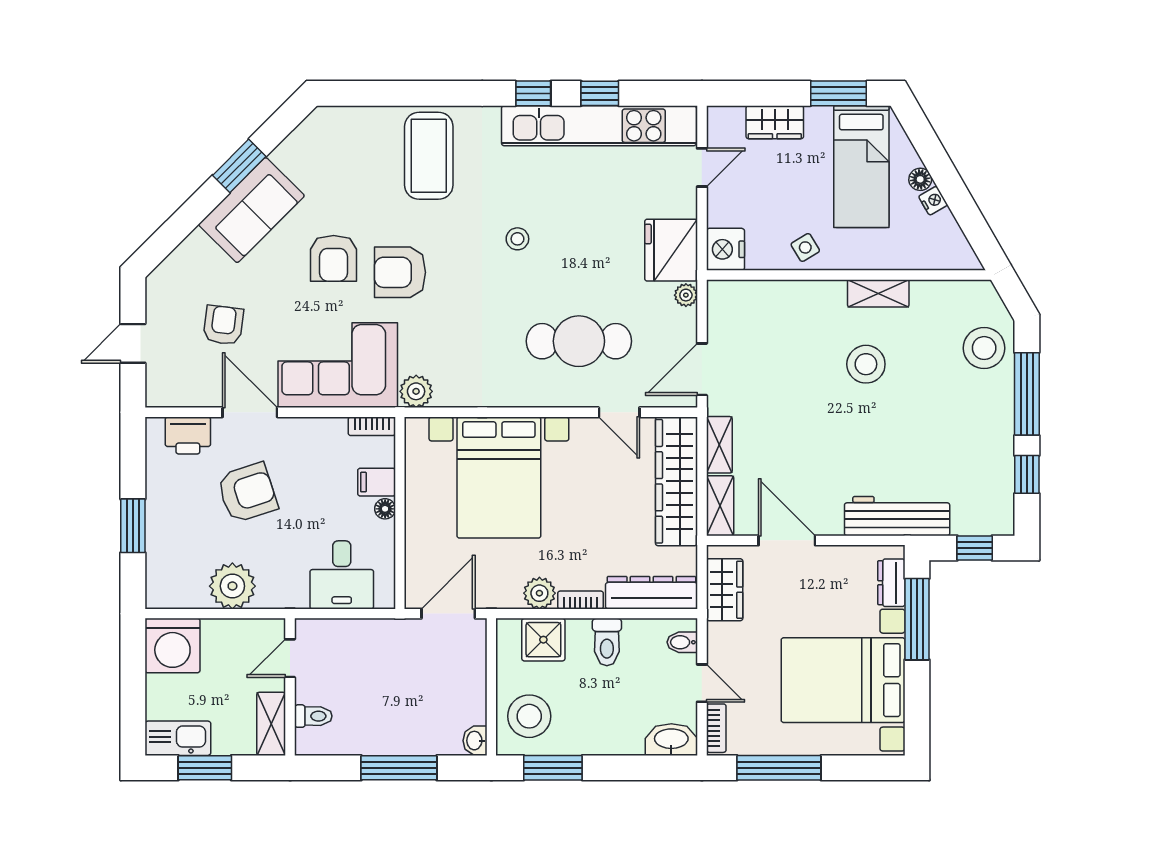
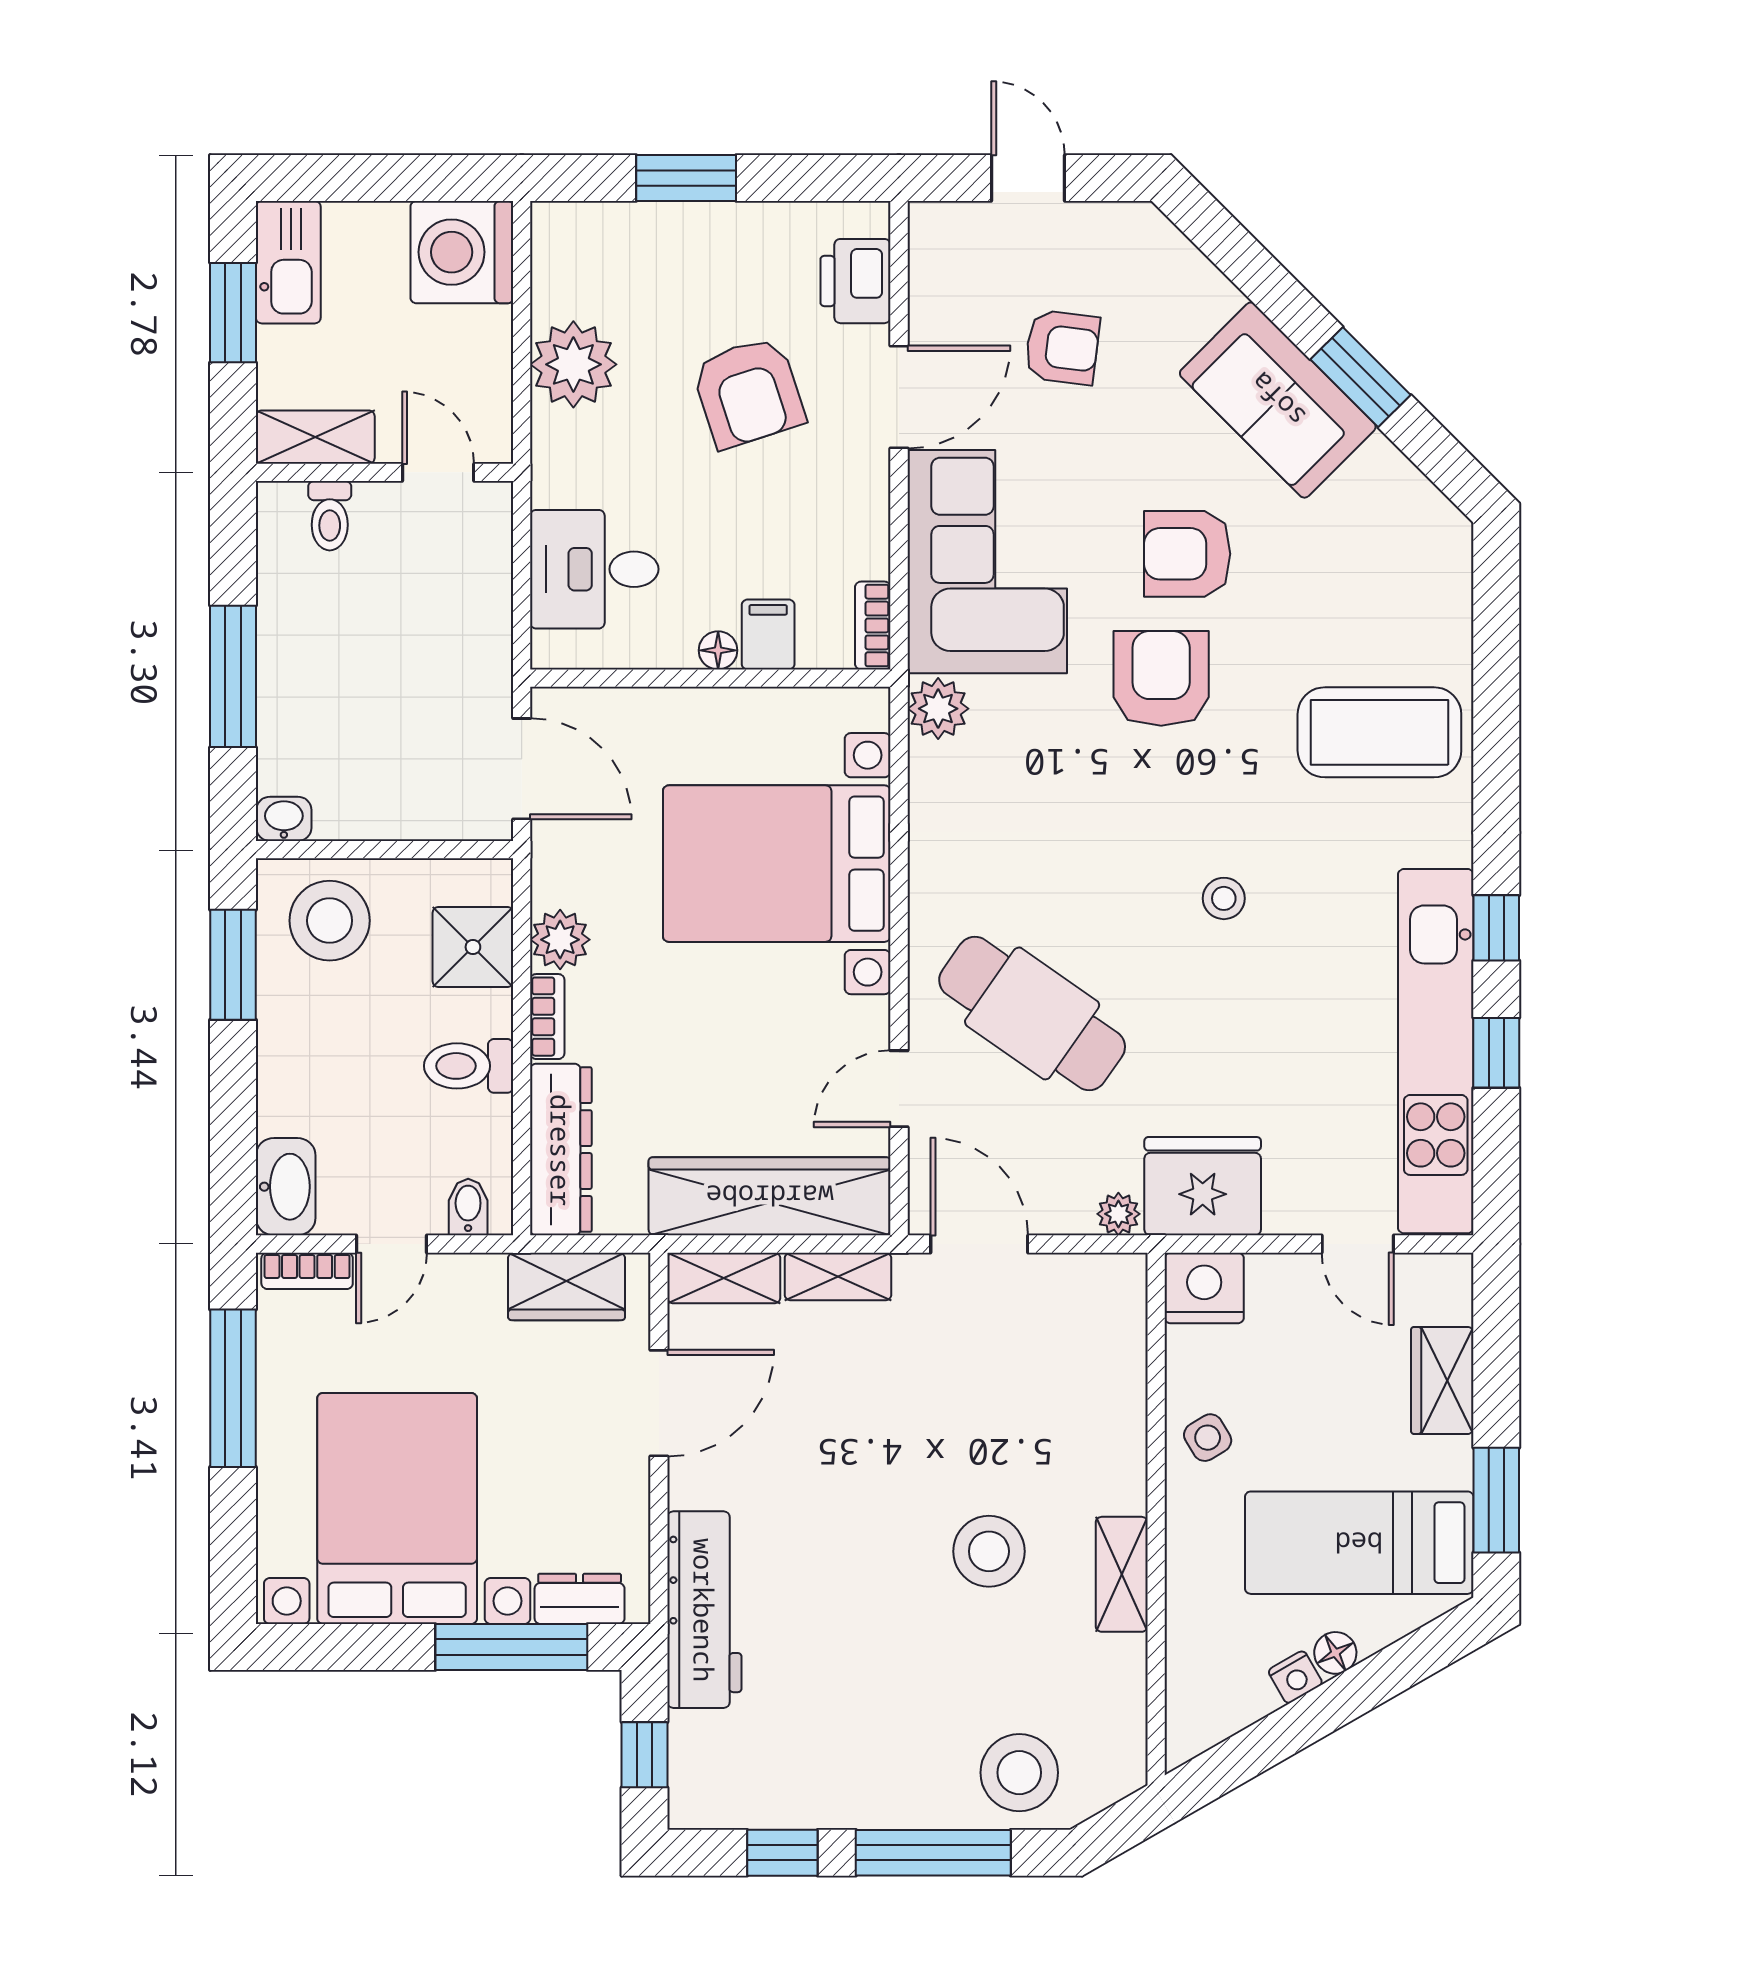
cafe table: (579, 341) -> (1032, 1013), turned -55

